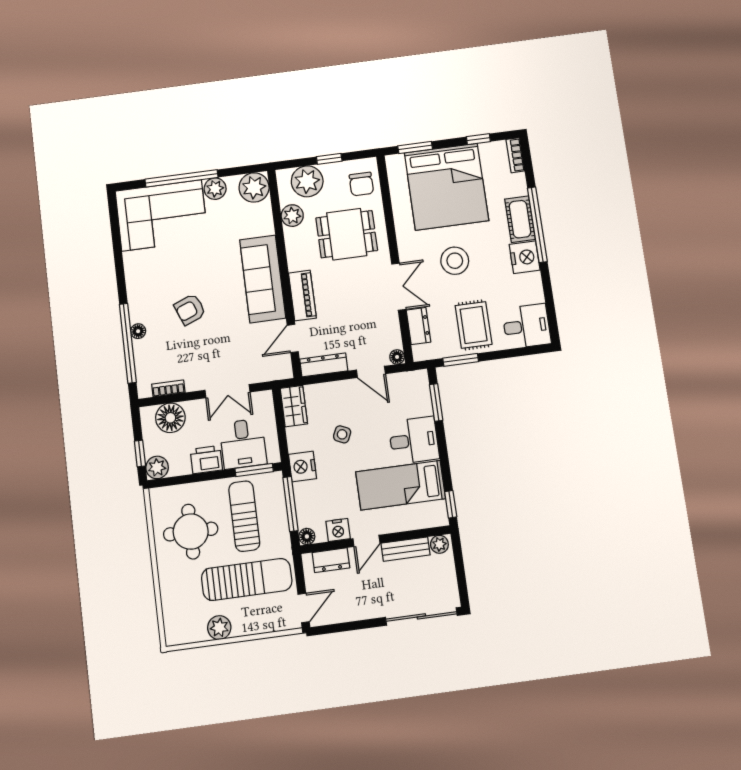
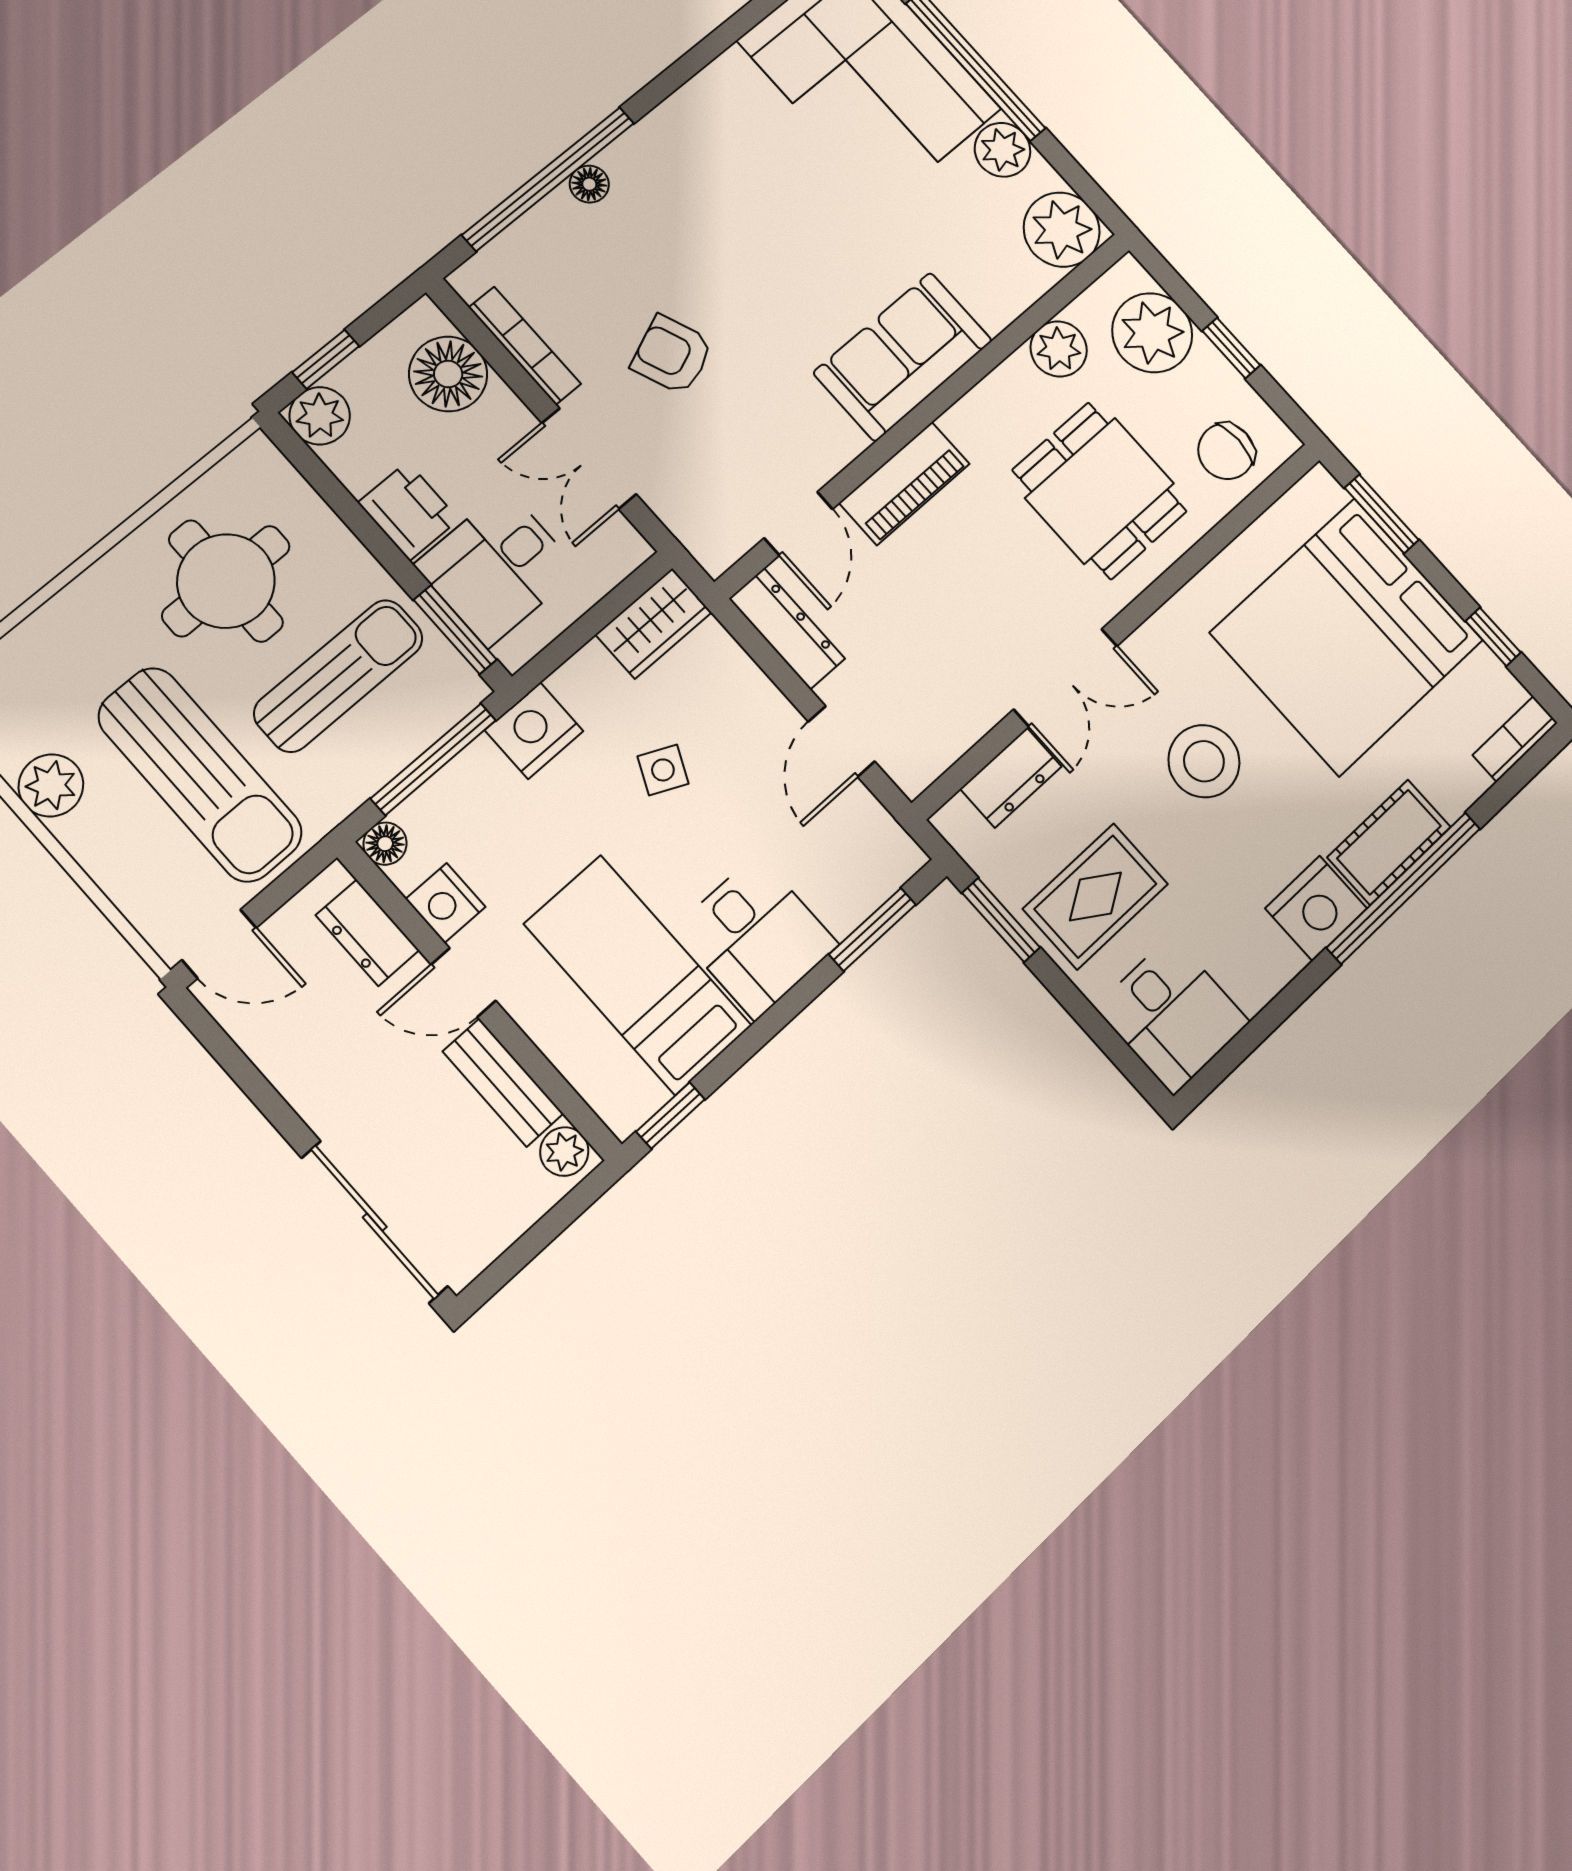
sofa: (263, 279) -> (903, 357), width x0.73
armchair: (190, 309) -> (672, 355), moved
door: (293, 338) -> (798, 524), swing flipped
floor lamp: (397, 357) -> (913, 776), removed
bookcase: (168, 388) -> (525, 346), width x1.56

